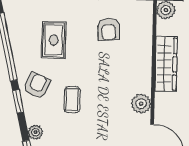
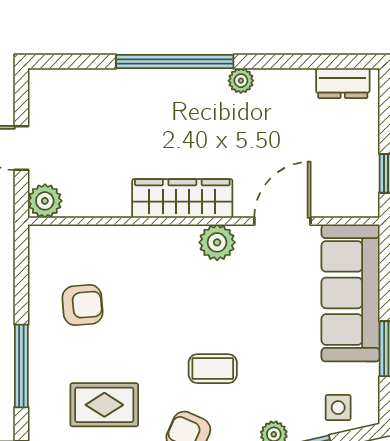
wardrobe: (166, 64) -> (182, 198), moved

